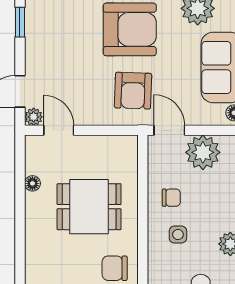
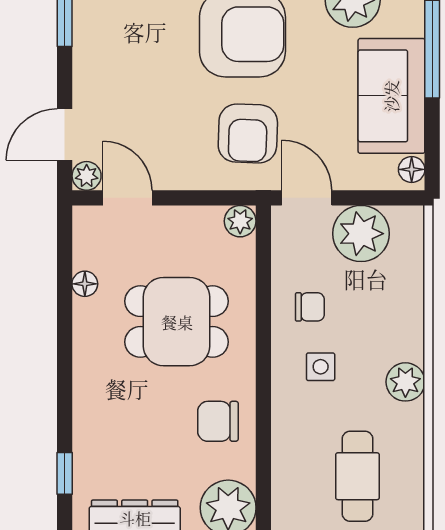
plant: (128, 145) -> (240, 221), added

